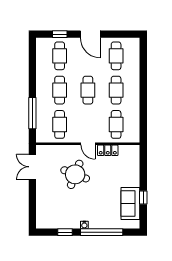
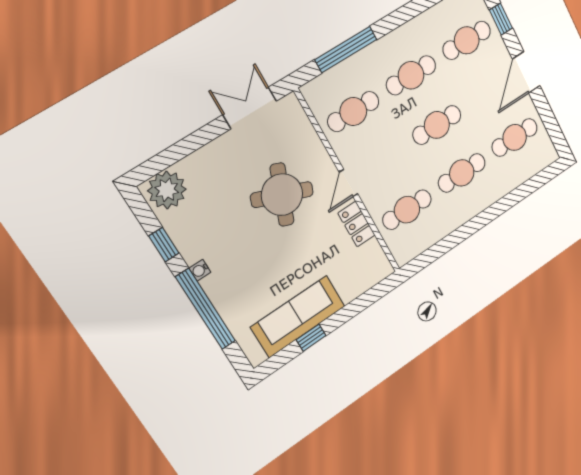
sofa: (130, 203) -> (298, 317), width x1.36
plant: (45, 218) -> (167, 190), added

